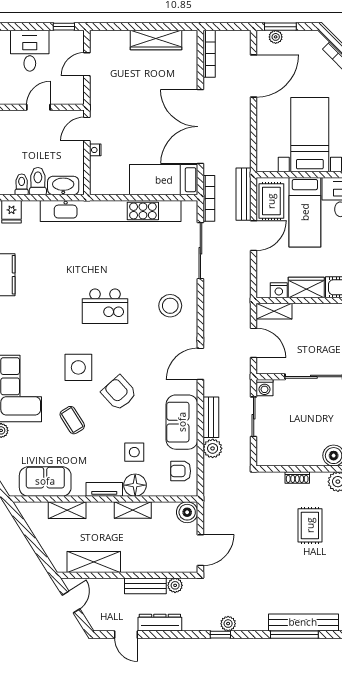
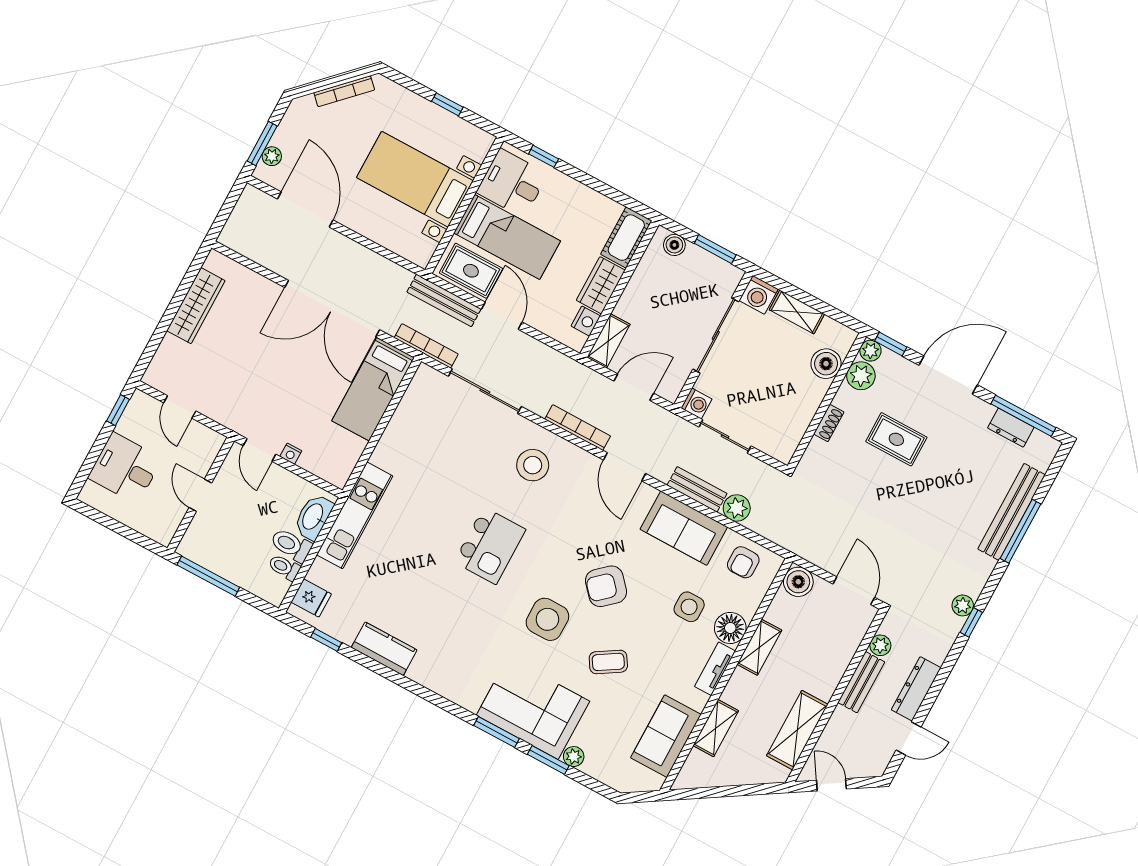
bookcase: (209, 54) -> (578, 428), moved
kitchen unit: (111, 211) -> (355, 515), width x0.54

